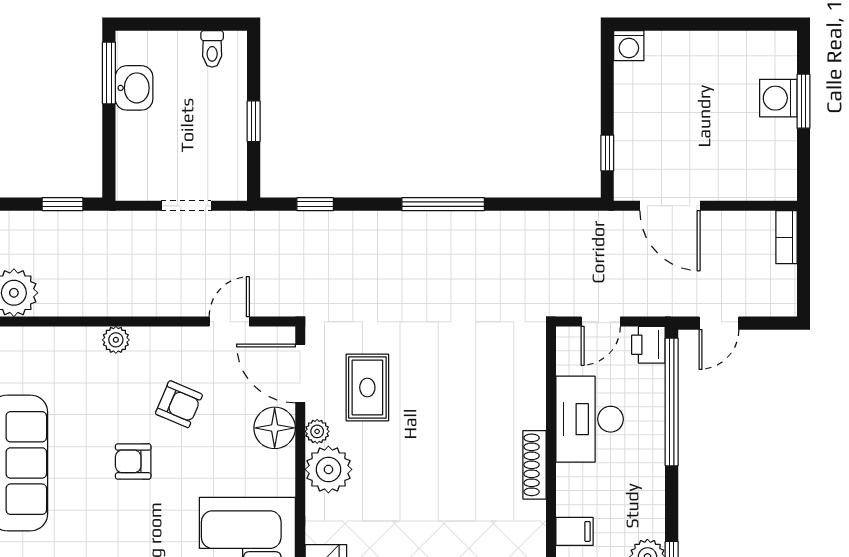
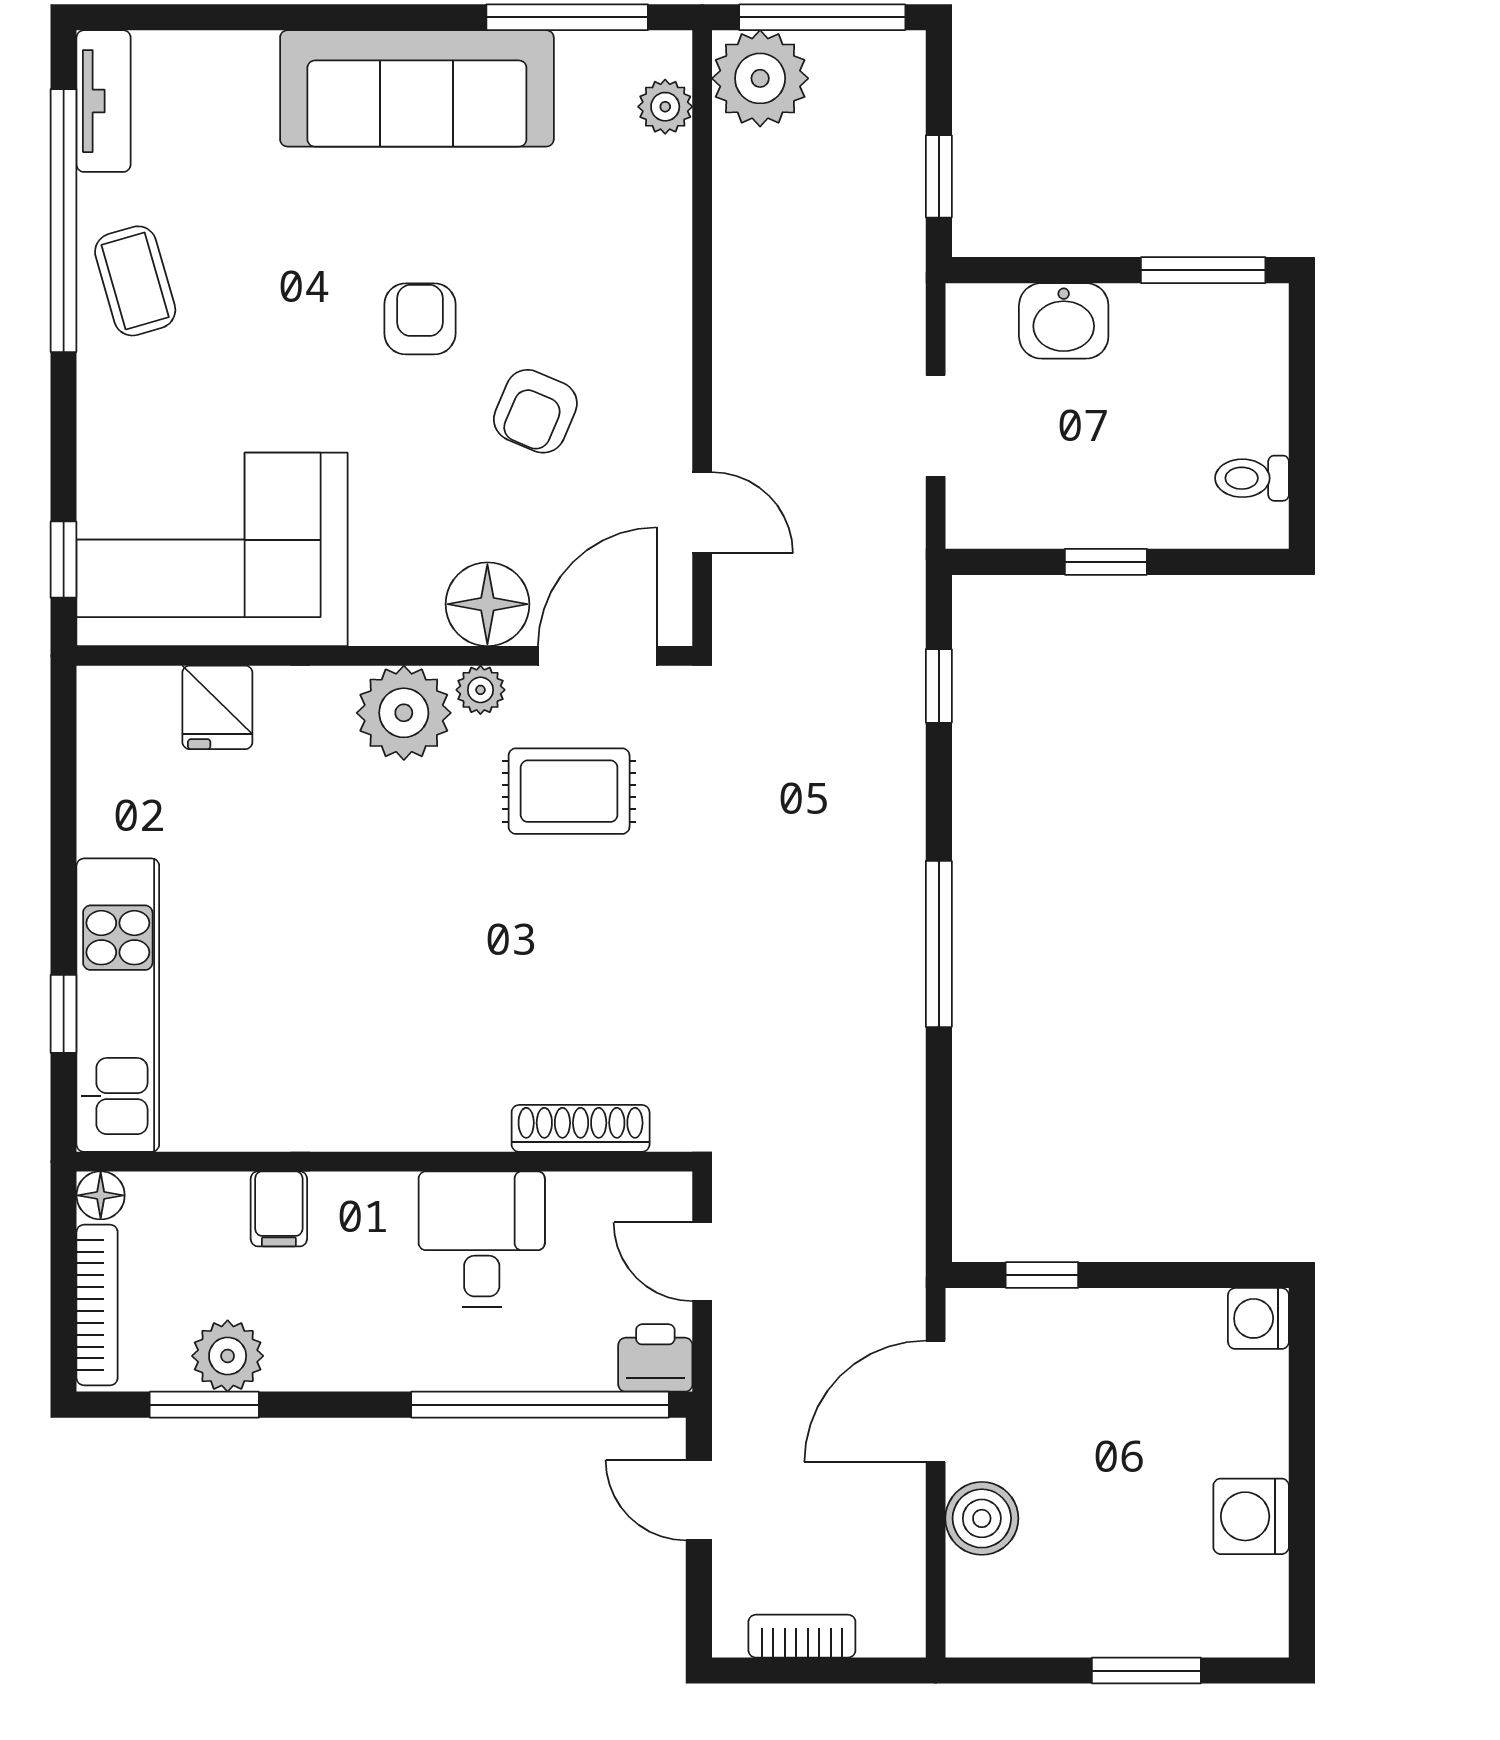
washbasin: (134, 88) -> (1064, 321), moved
washing machine: (778, 98) -> (1251, 1516), moved, turned -90
boiler: (728, 183) -> (982, 1518), added
bookcase: (786, 237) -> (802, 1636), moved
plant: (116, 340) -> (665, 107), moved
desk: (590, 419) -> (482, 1239), width x0.73
shoe rack: (535, 465) -> (581, 1128), moved

